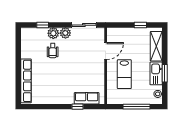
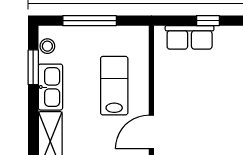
window: (165, 73) -> (33, 67), moved

